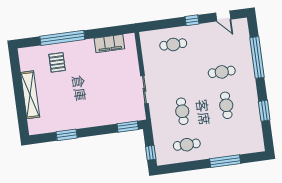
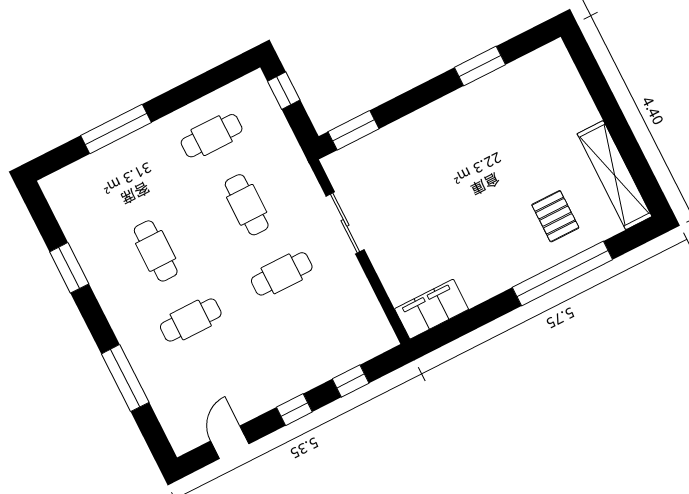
door: (223, 16) -> (230, 442), hinge flipped
window: (165, 24) -> (351, 381), added
filing cabinet: (109, 43) -> (432, 309), moved
cafe table: (173, 44) -> (282, 274), moved
window: (257, 57) -> (125, 378), width x0.68
shelving: (30, 95) -> (614, 175), moved

